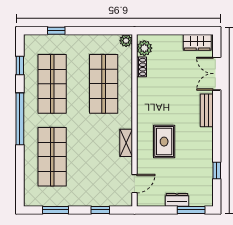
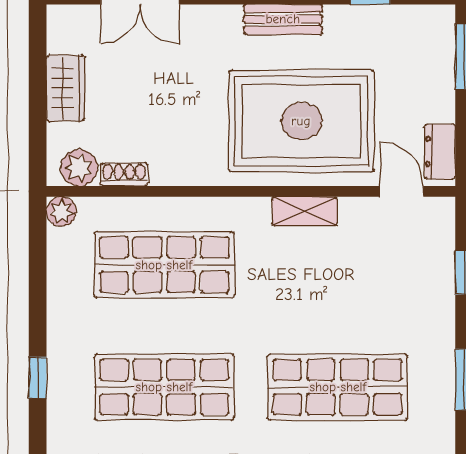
wardrobe: (197, 42) -> (66, 88), moved
bench: (207, 110) -> (283, 19), moved
rug: (164, 142) -> (301, 121), width x1.86, depth x2.06
dresser: (177, 200) -> (440, 152), moved

